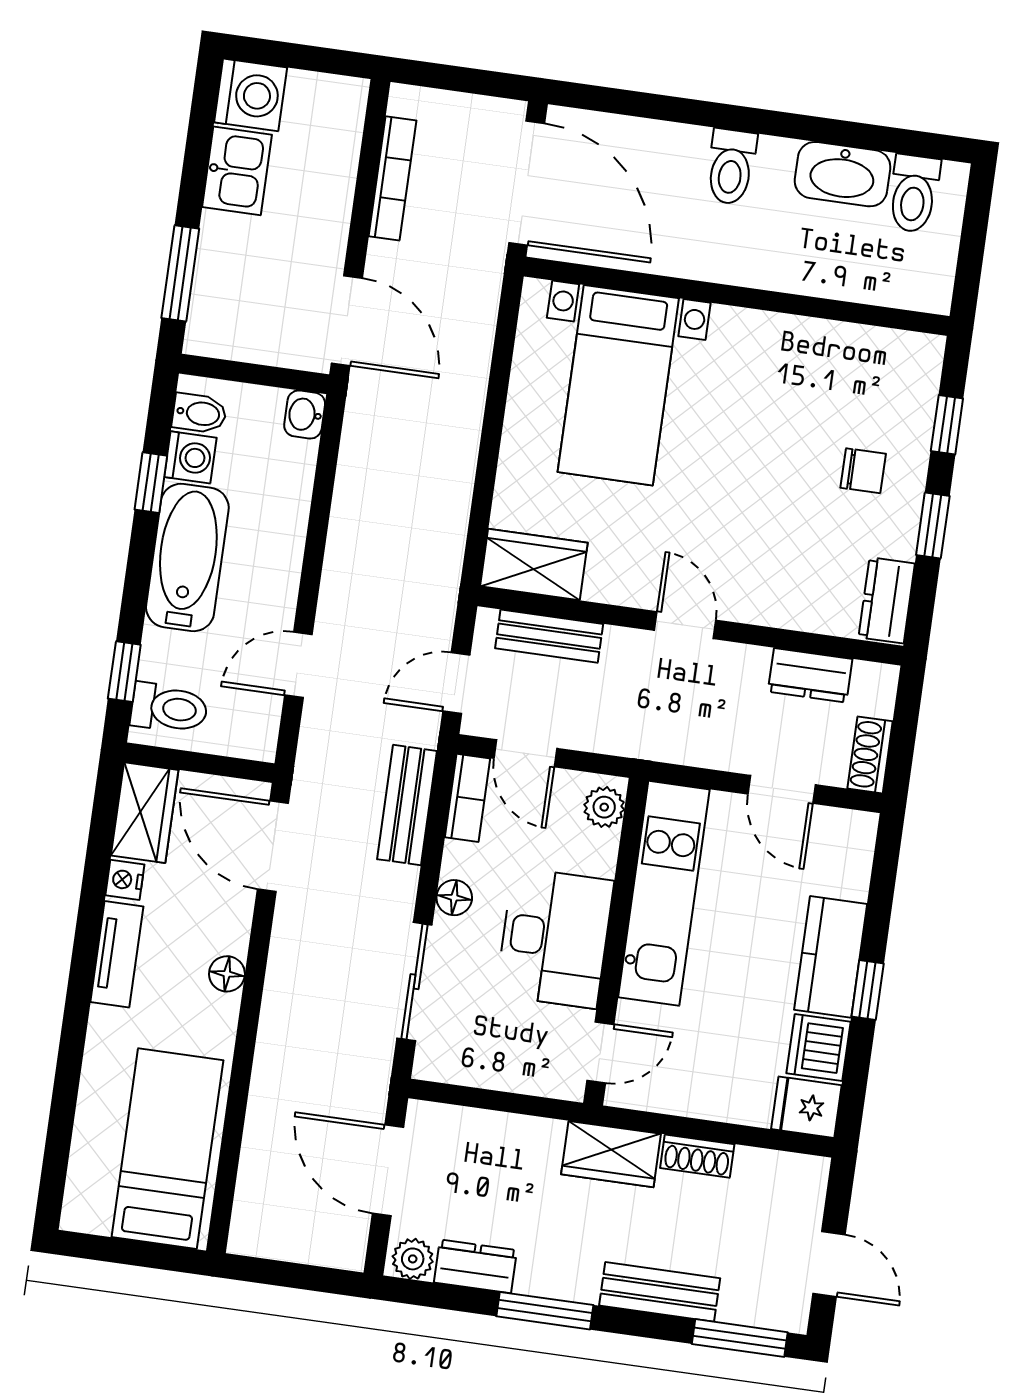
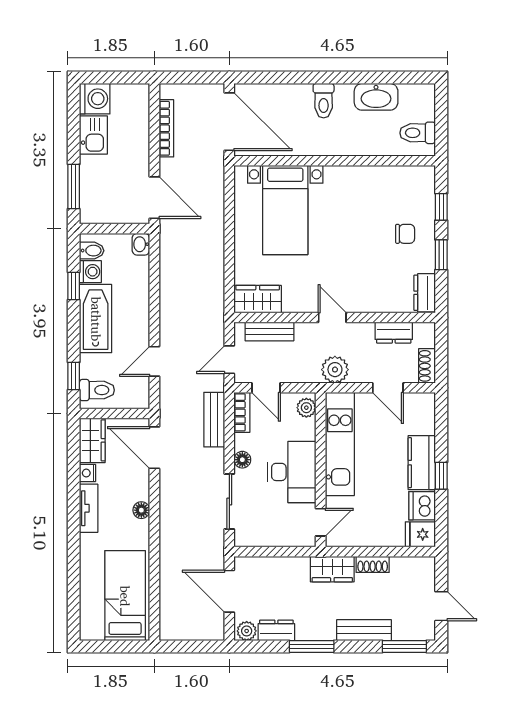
toilet: (914, 194) -> (418, 133), moved, turned 90
plant: (676, 735) -> (335, 370), added

